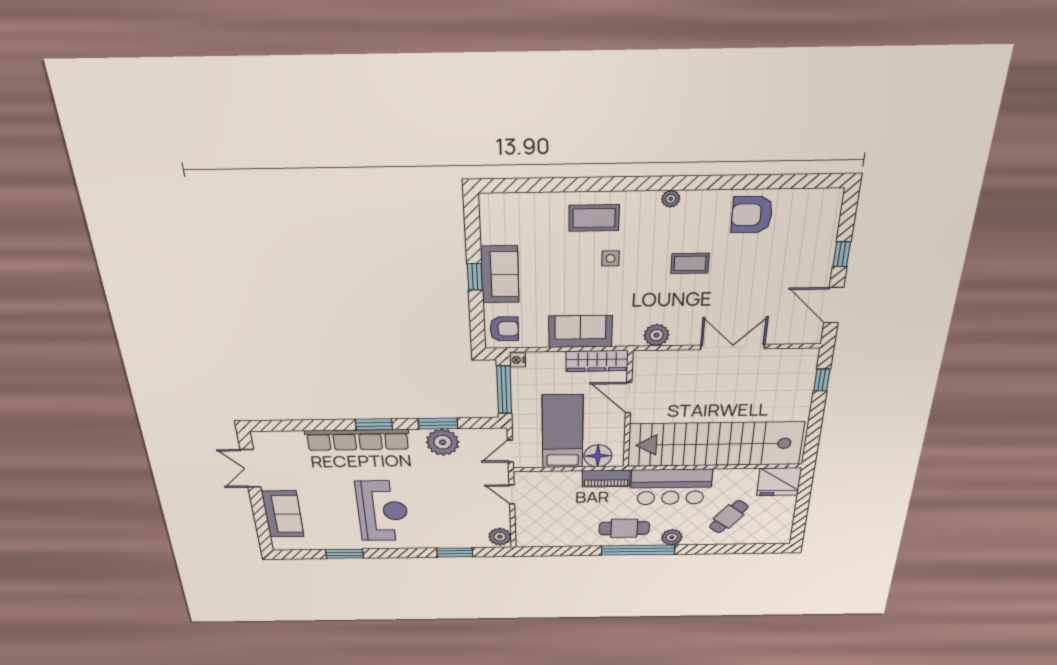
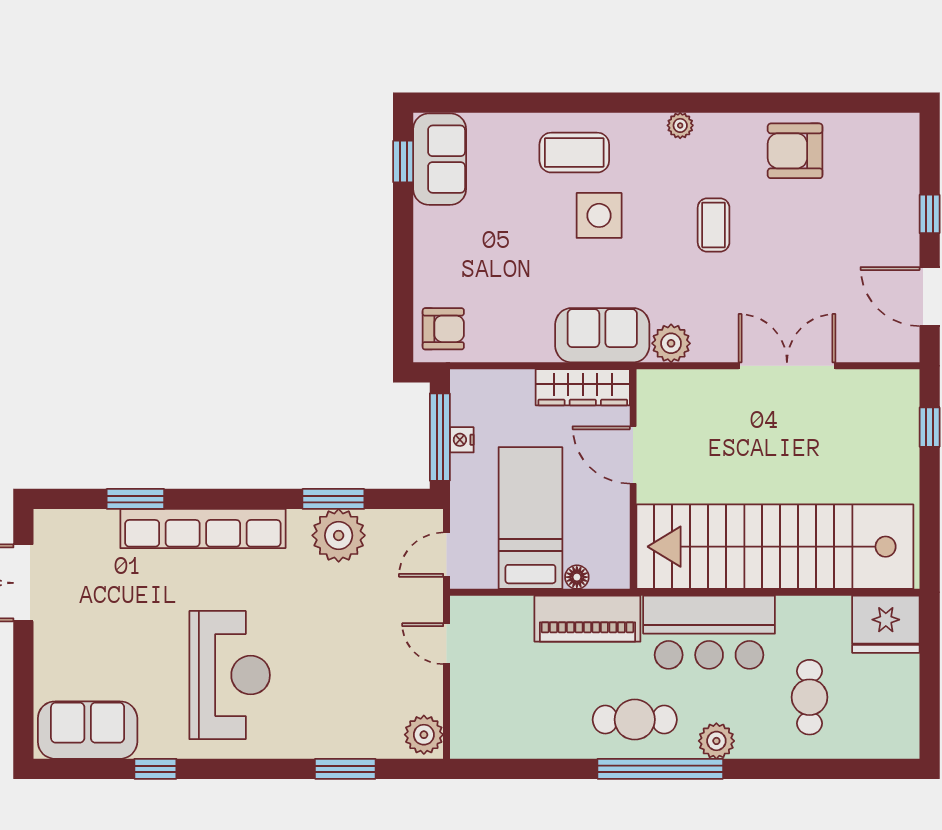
side table: (611, 258) -> (599, 215), width x1.87, depth x1.87
coffee table: (690, 263) -> (714, 225), turned 90
sofa: (500, 274) -> (440, 159), moved
window: (475, 277) -> (403, 161), moved
sofa: (580, 331) -> (602, 335), moved
nightstand: (517, 360) -> (462, 440), moved
window: (374, 424) -> (135, 499), moved
floor lamp: (598, 456) -> (577, 577), width x0.53, depth x0.53
piano: (606, 479) -> (587, 619), width x1.37, depth x1.33
sofa: (283, 514) -> (88, 730), moved, turned -90
cafe table: (729, 517) -> (810, 697), turned -38
window: (344, 554) -> (155, 769), width x0.67

